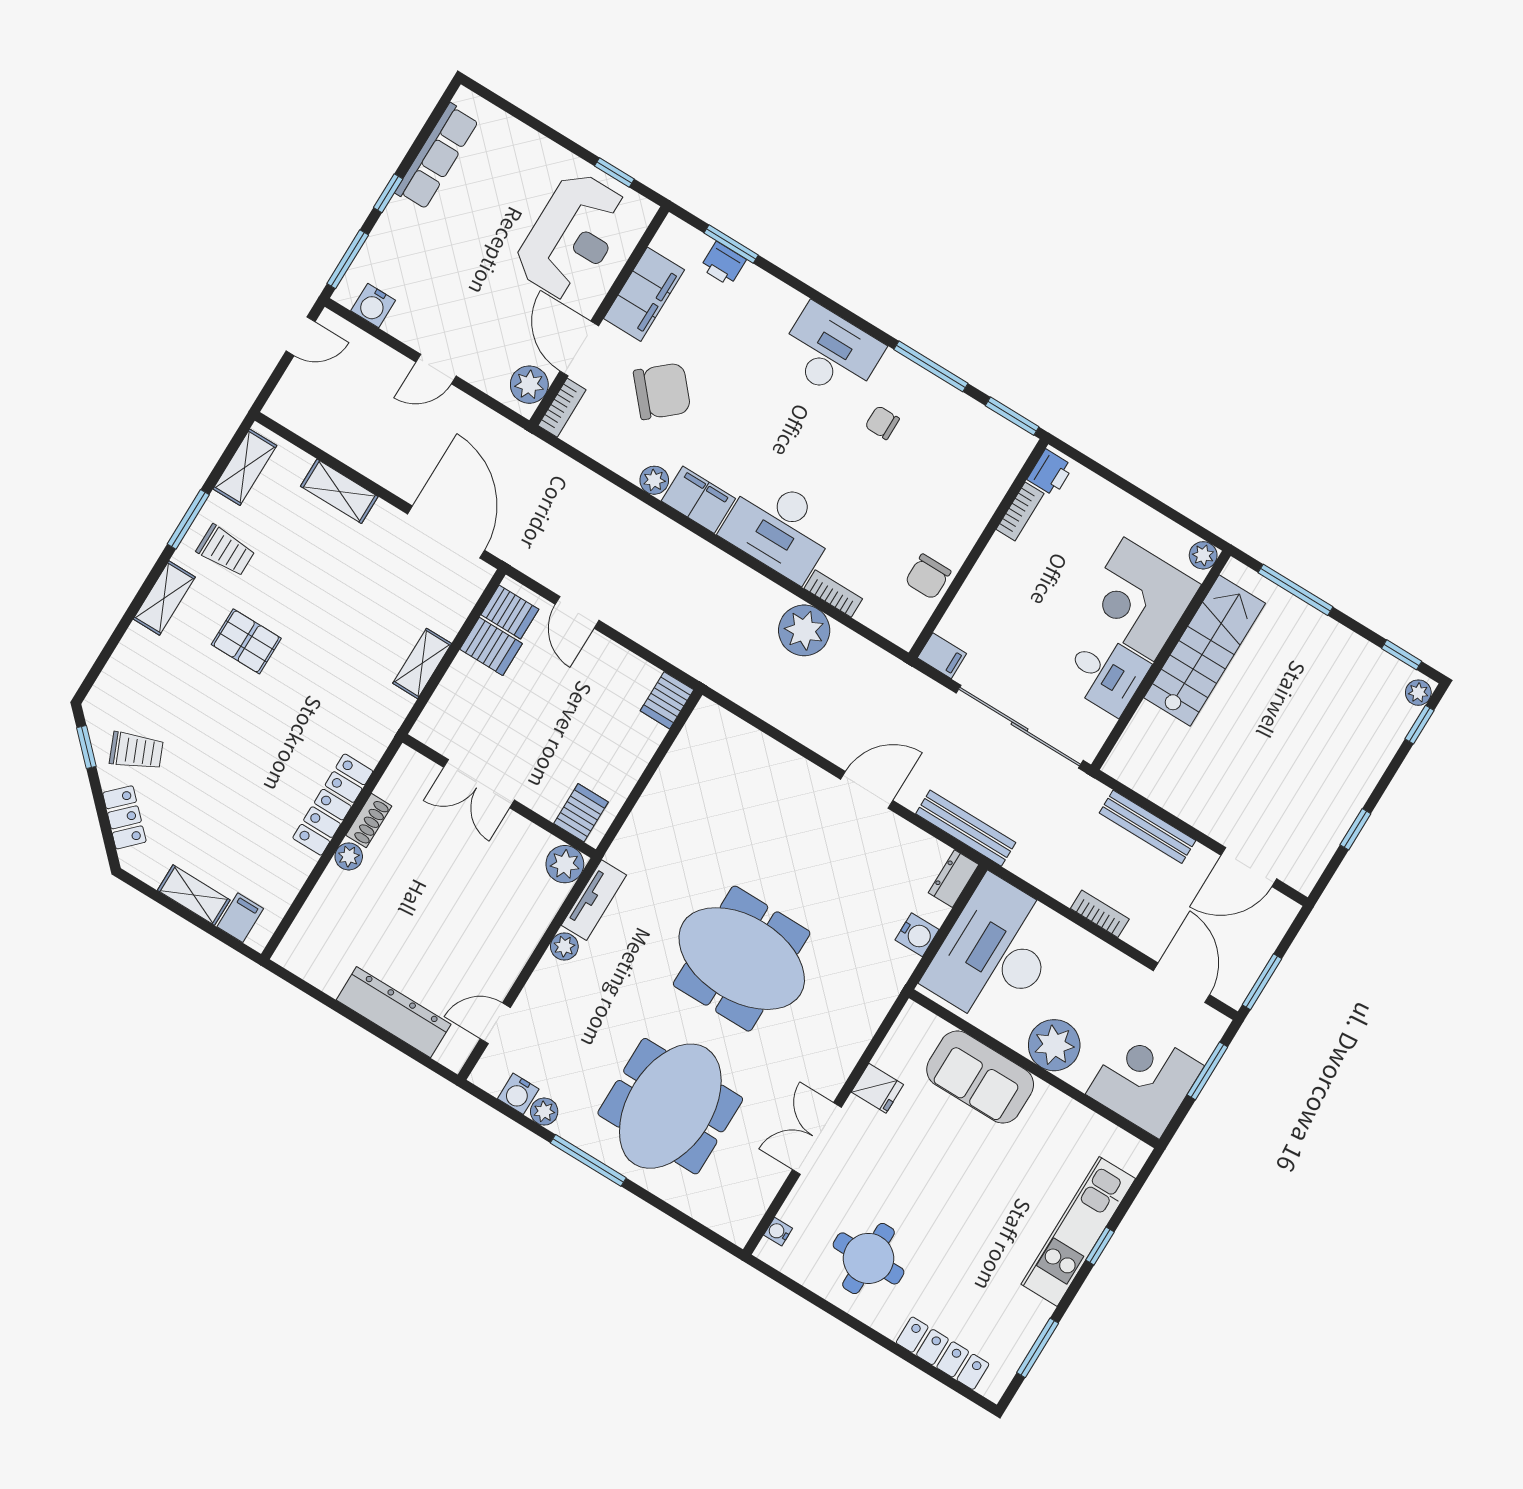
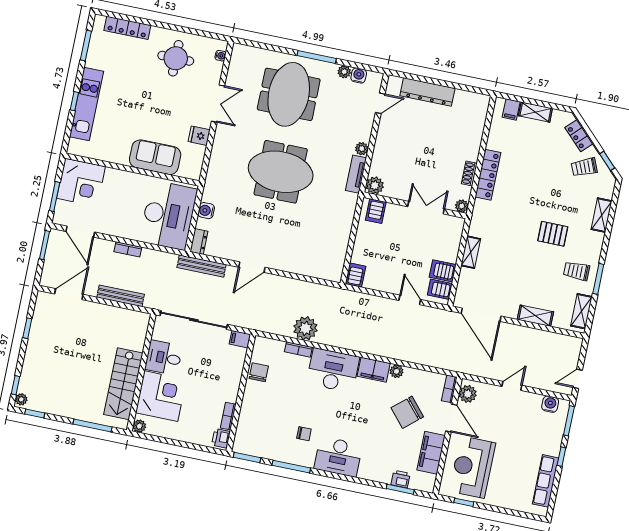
shelving: (164, 598) -> (602, 215), moved
plant: (349, 856) -> (462, 206), moved
plant: (1054, 1045) -> (127, 183), removed

